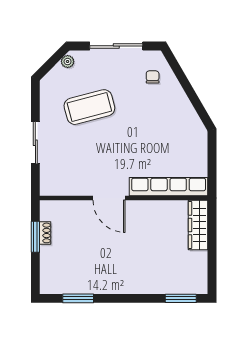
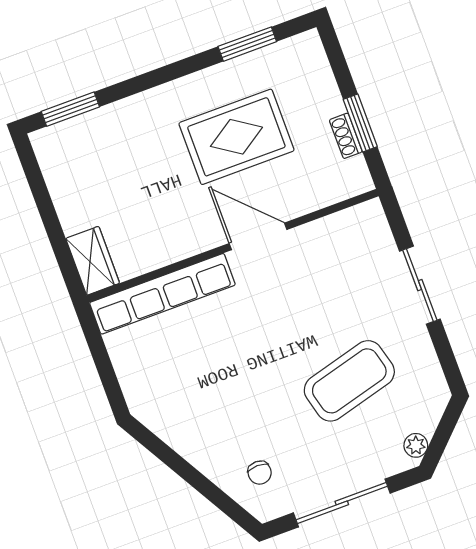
wardrobe: (198, 225) -> (93, 261), width x0.67
rug: (101, 253) -> (236, 137), added

